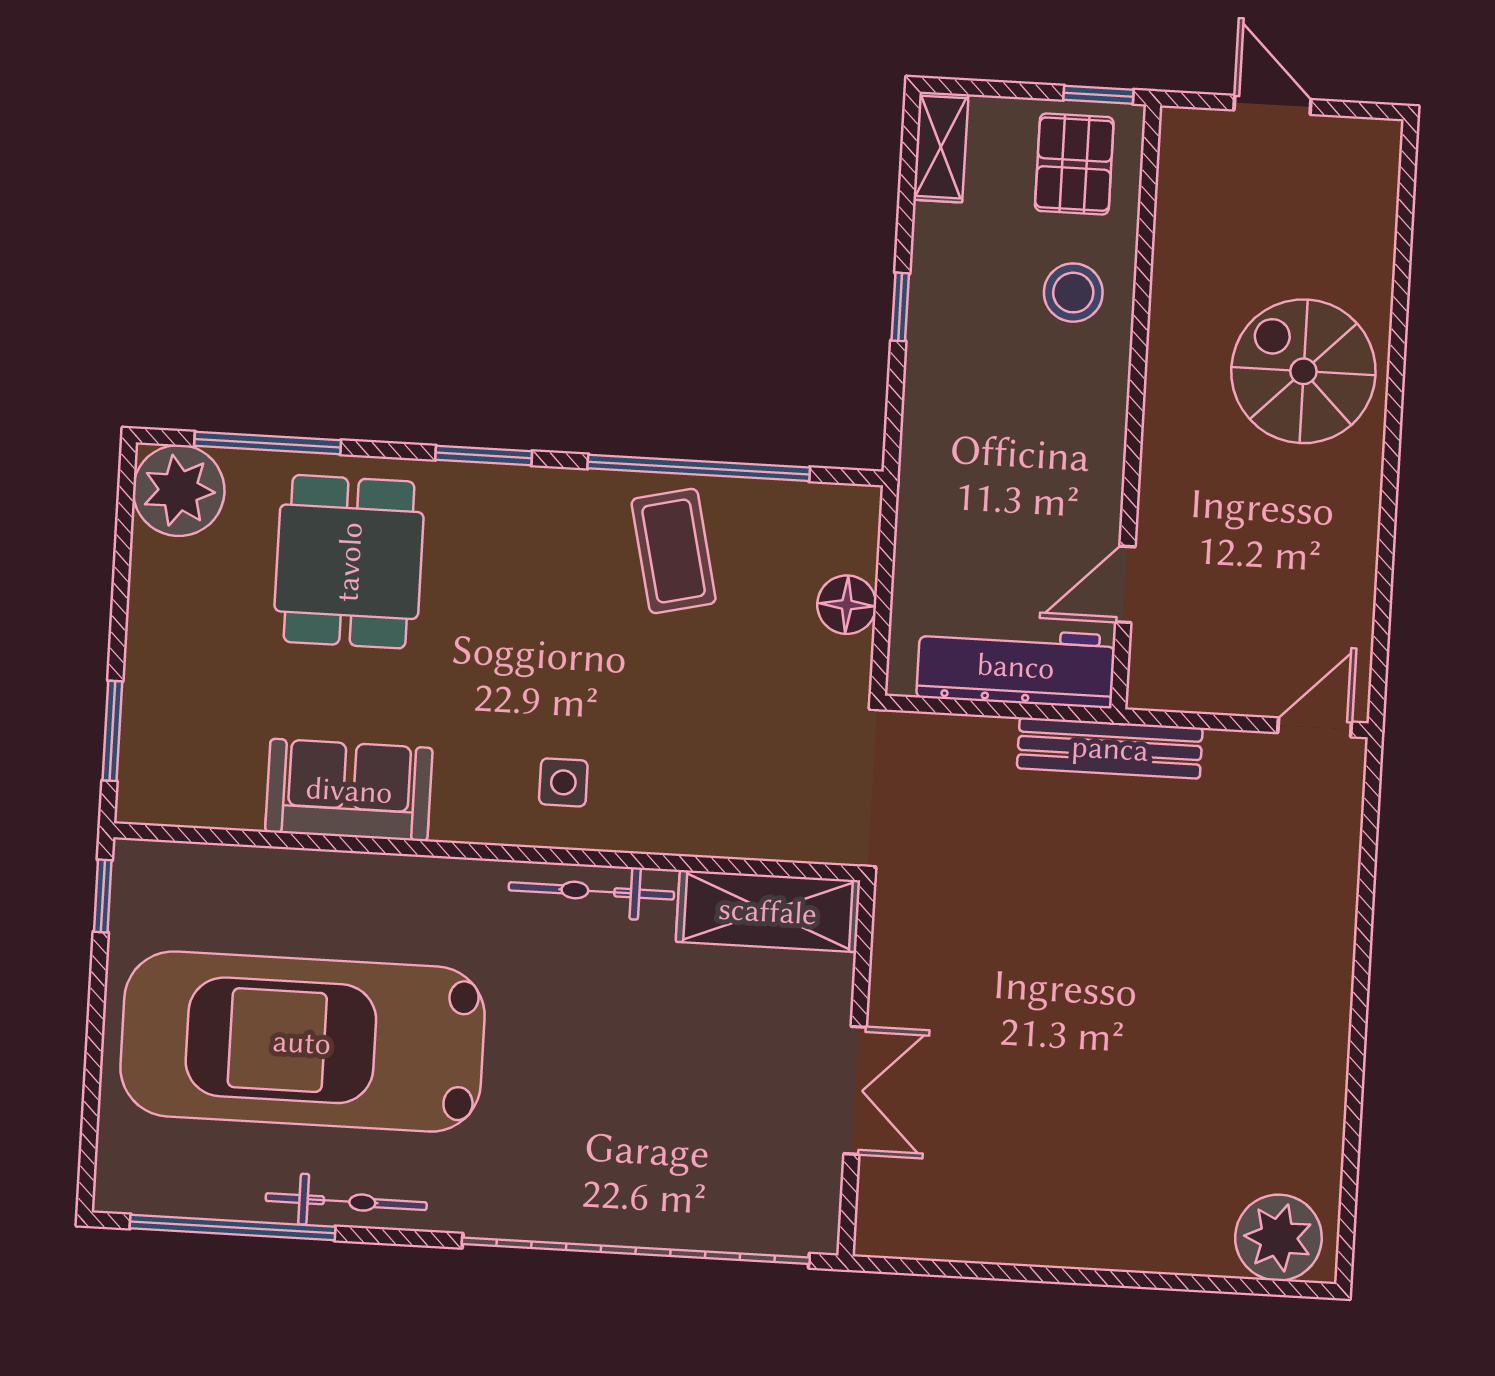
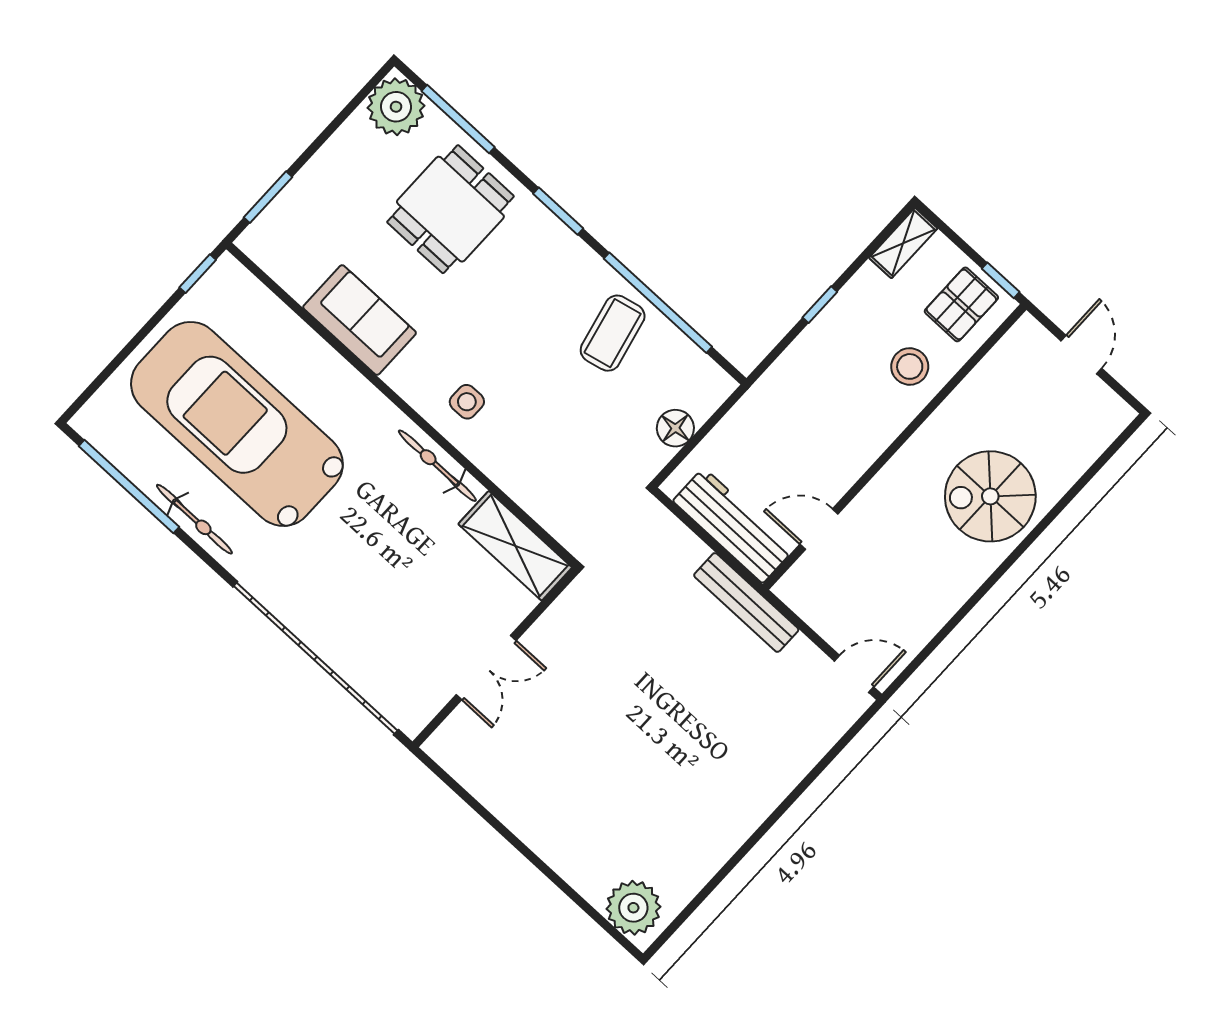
spiral stairs: (1303, 371) -> (990, 496), turned -90

